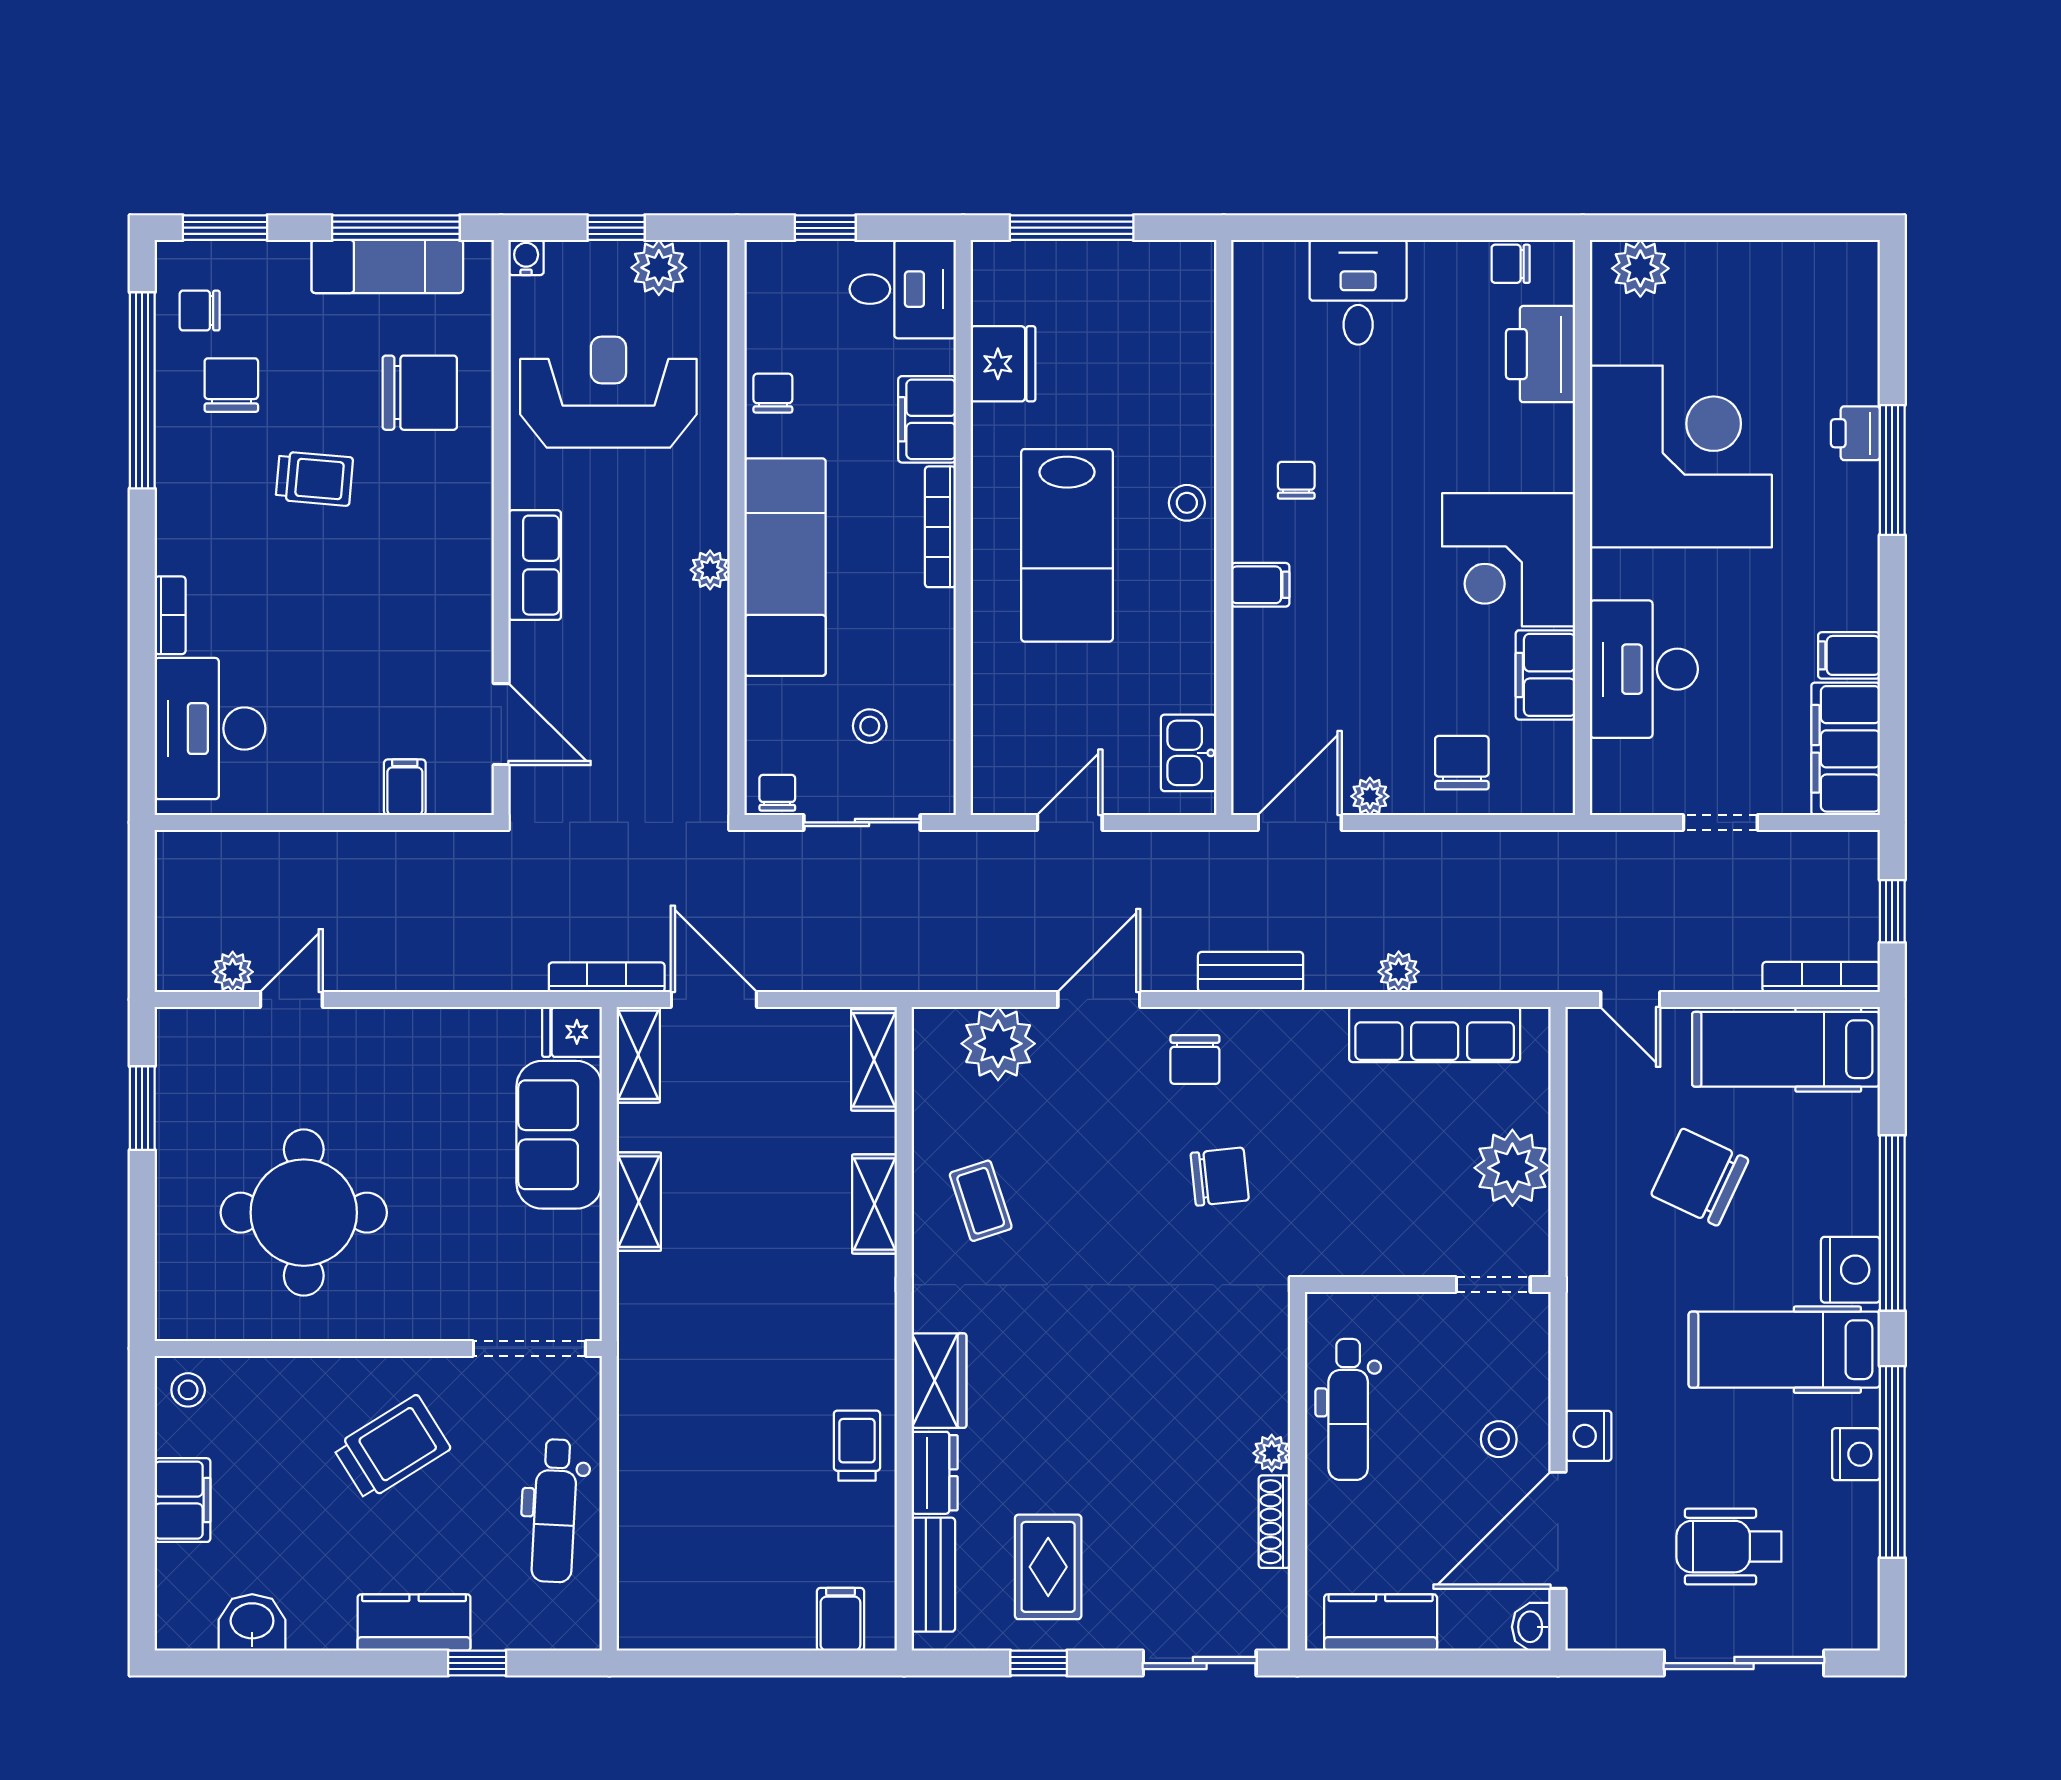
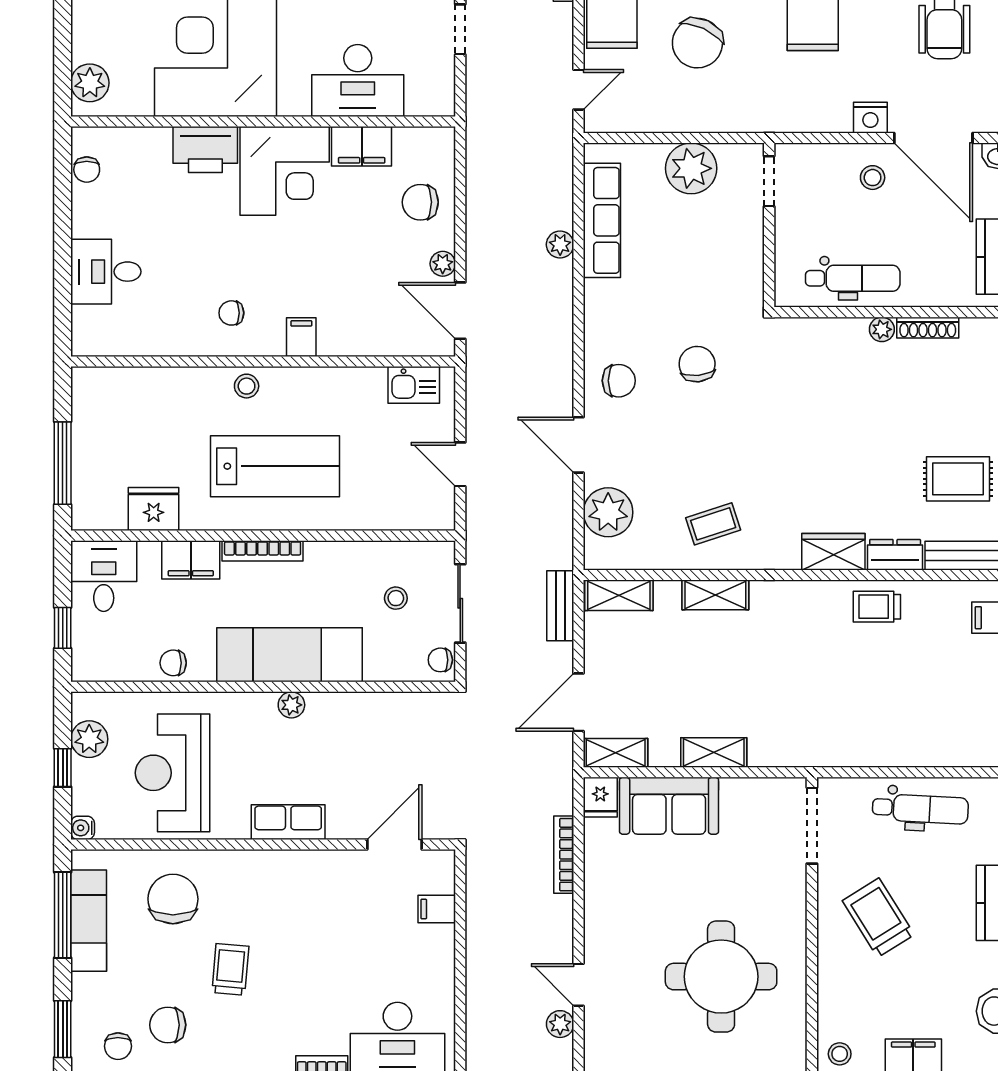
printer: (1541, 354) -> (205, 150), moved
bench: (1251, 972) -> (560, 606), moved
bookcase: (607, 977) -> (564, 855), moved

